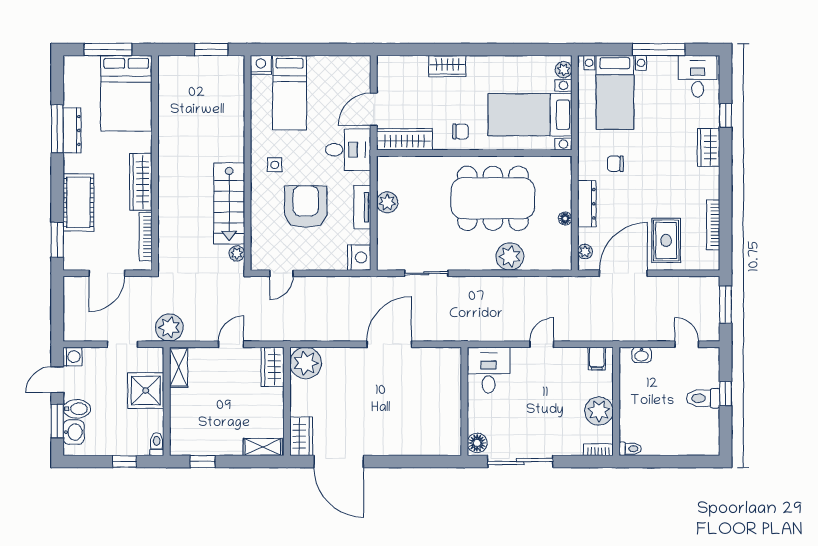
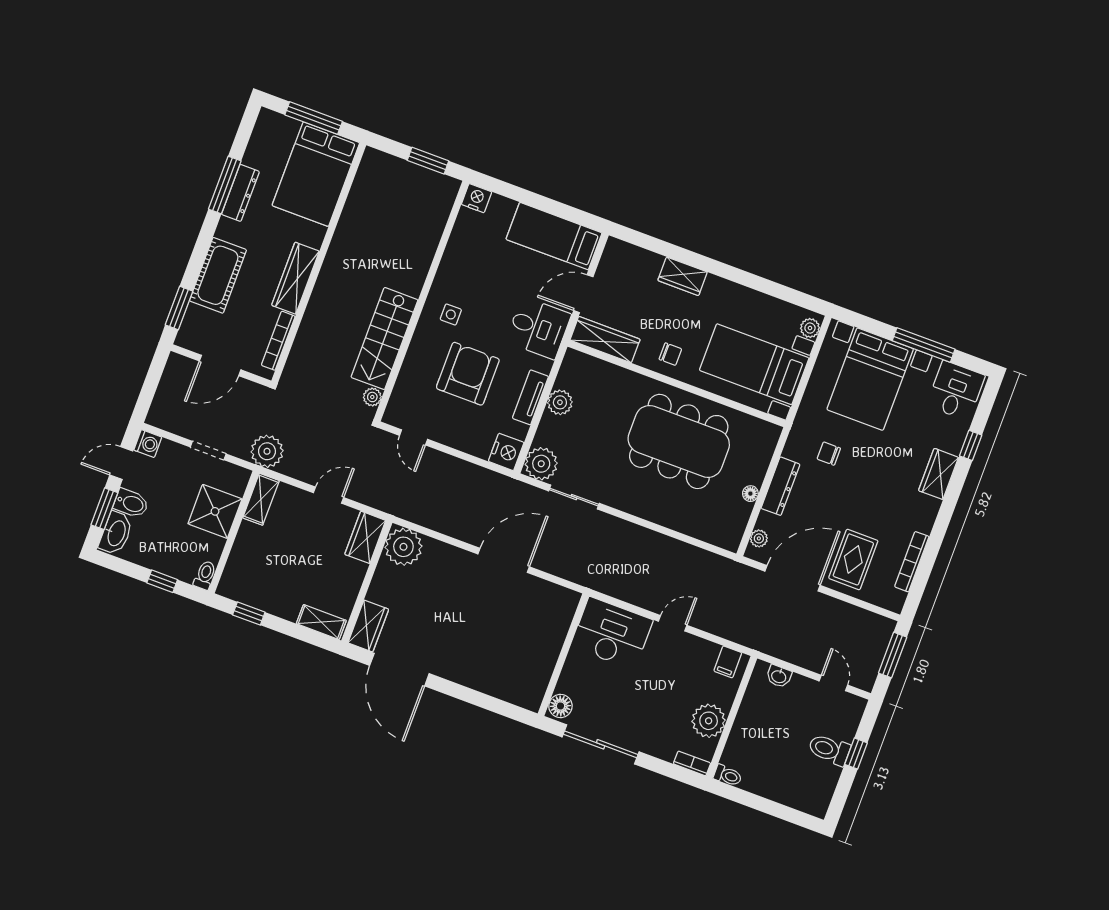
bed with nightstands: (615, 92) -> (870, 379), width x1.36
bed: (290, 93) -> (554, 236), moved, turned 90
plant: (510, 257) -> (541, 464), moved
door: (281, 273) -> (414, 437), hinge flipped
desk: (489, 370) -> (612, 633), width x1.37
washbasin: (74, 432) -> (116, 533), width x1.38

